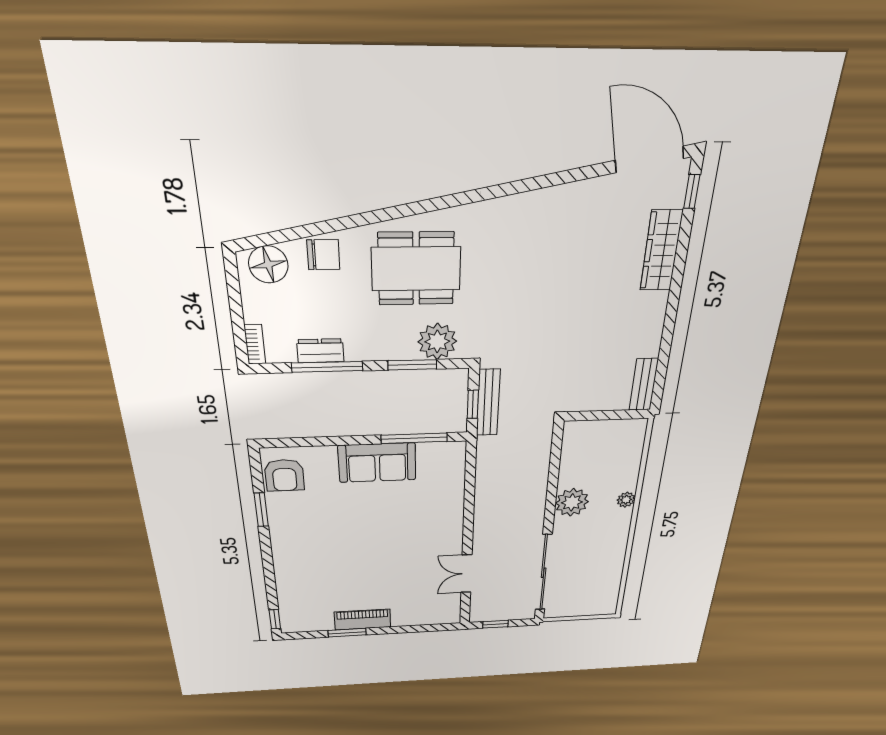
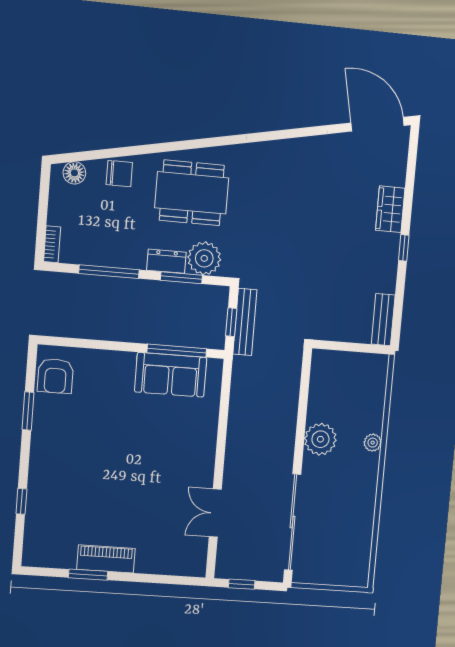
window: (692, 191) -> (404, 248), moved
wardrobe: (661, 251) -> (390, 209), width x0.67
floor lamp: (268, 264) -> (74, 173), width x0.73, depth x0.73
dresser: (320, 351) -> (166, 261), moved
sofa: (377, 463) -> (171, 375), moved
window: (275, 619) -> (21, 501), moved

